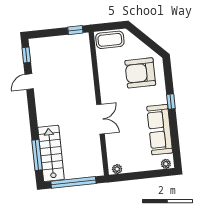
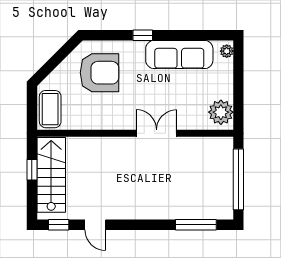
window: (75, 30) -> (32, 170), moved
armchair: (140, 73) -> (99, 73), turned -90
stairs: (51, 153) -> (51, 175), moved, turned 90
plant: (117, 169) -> (221, 112), width x1.88, depth x1.88

